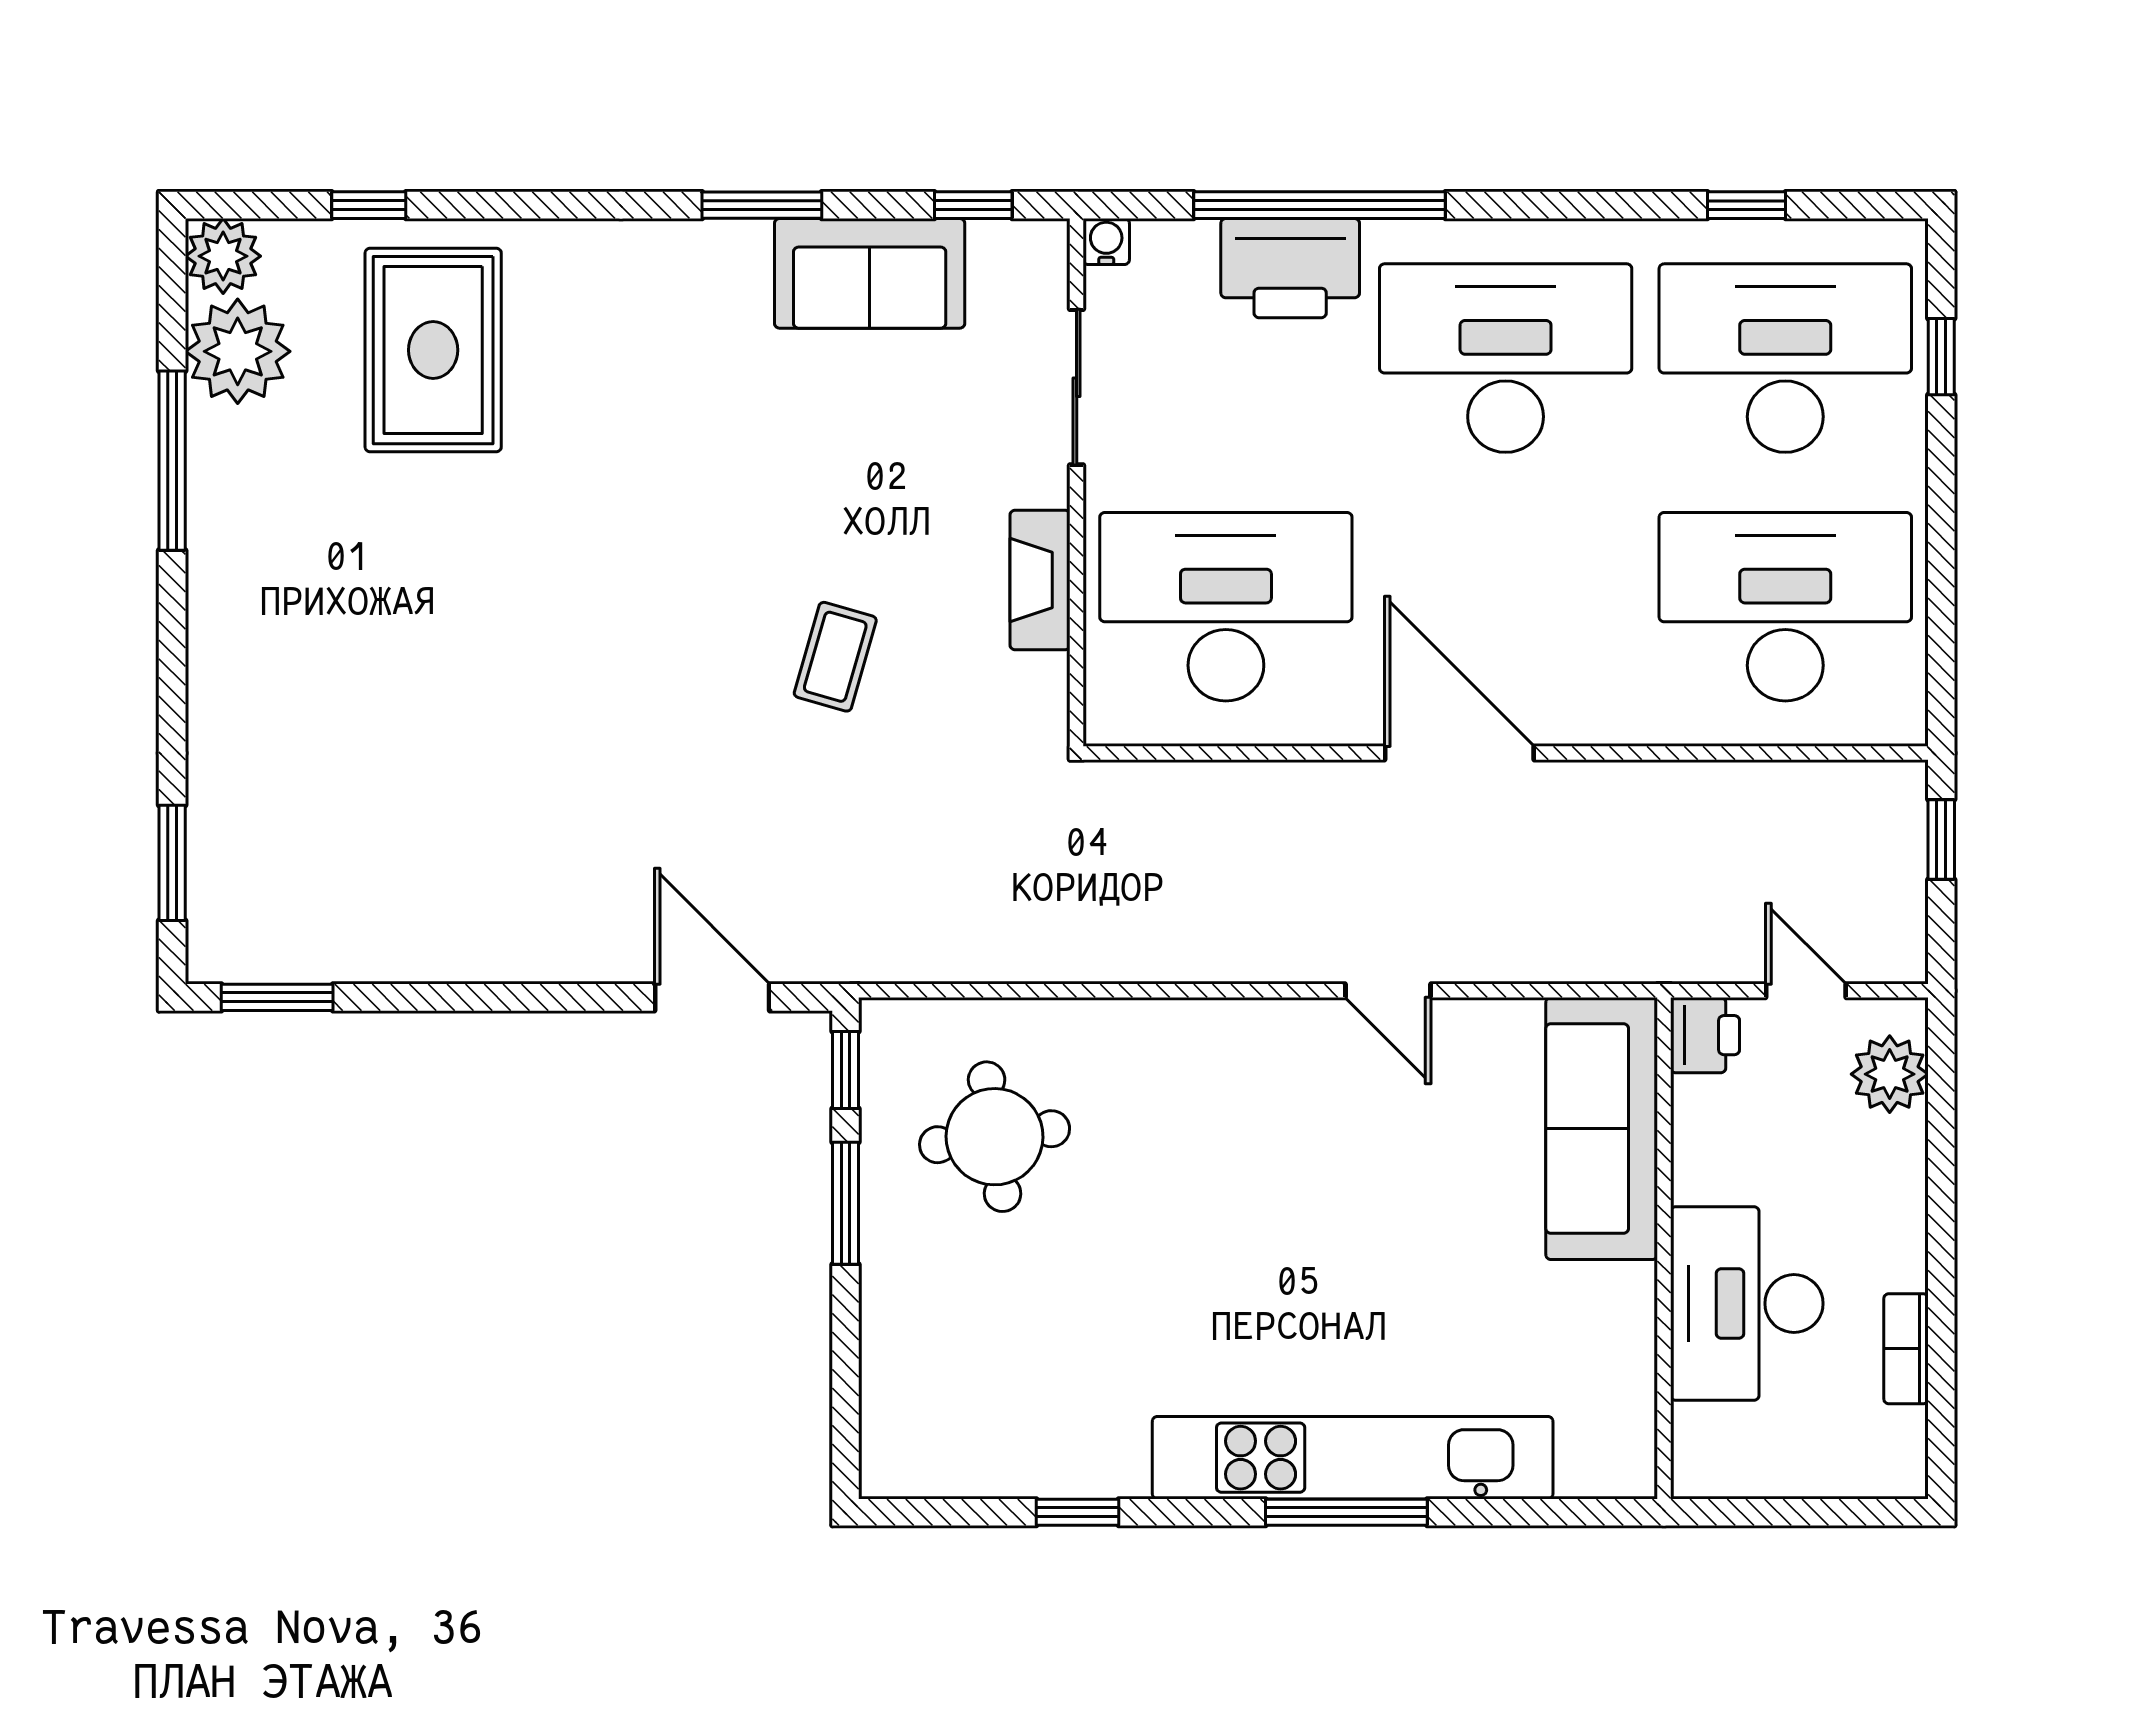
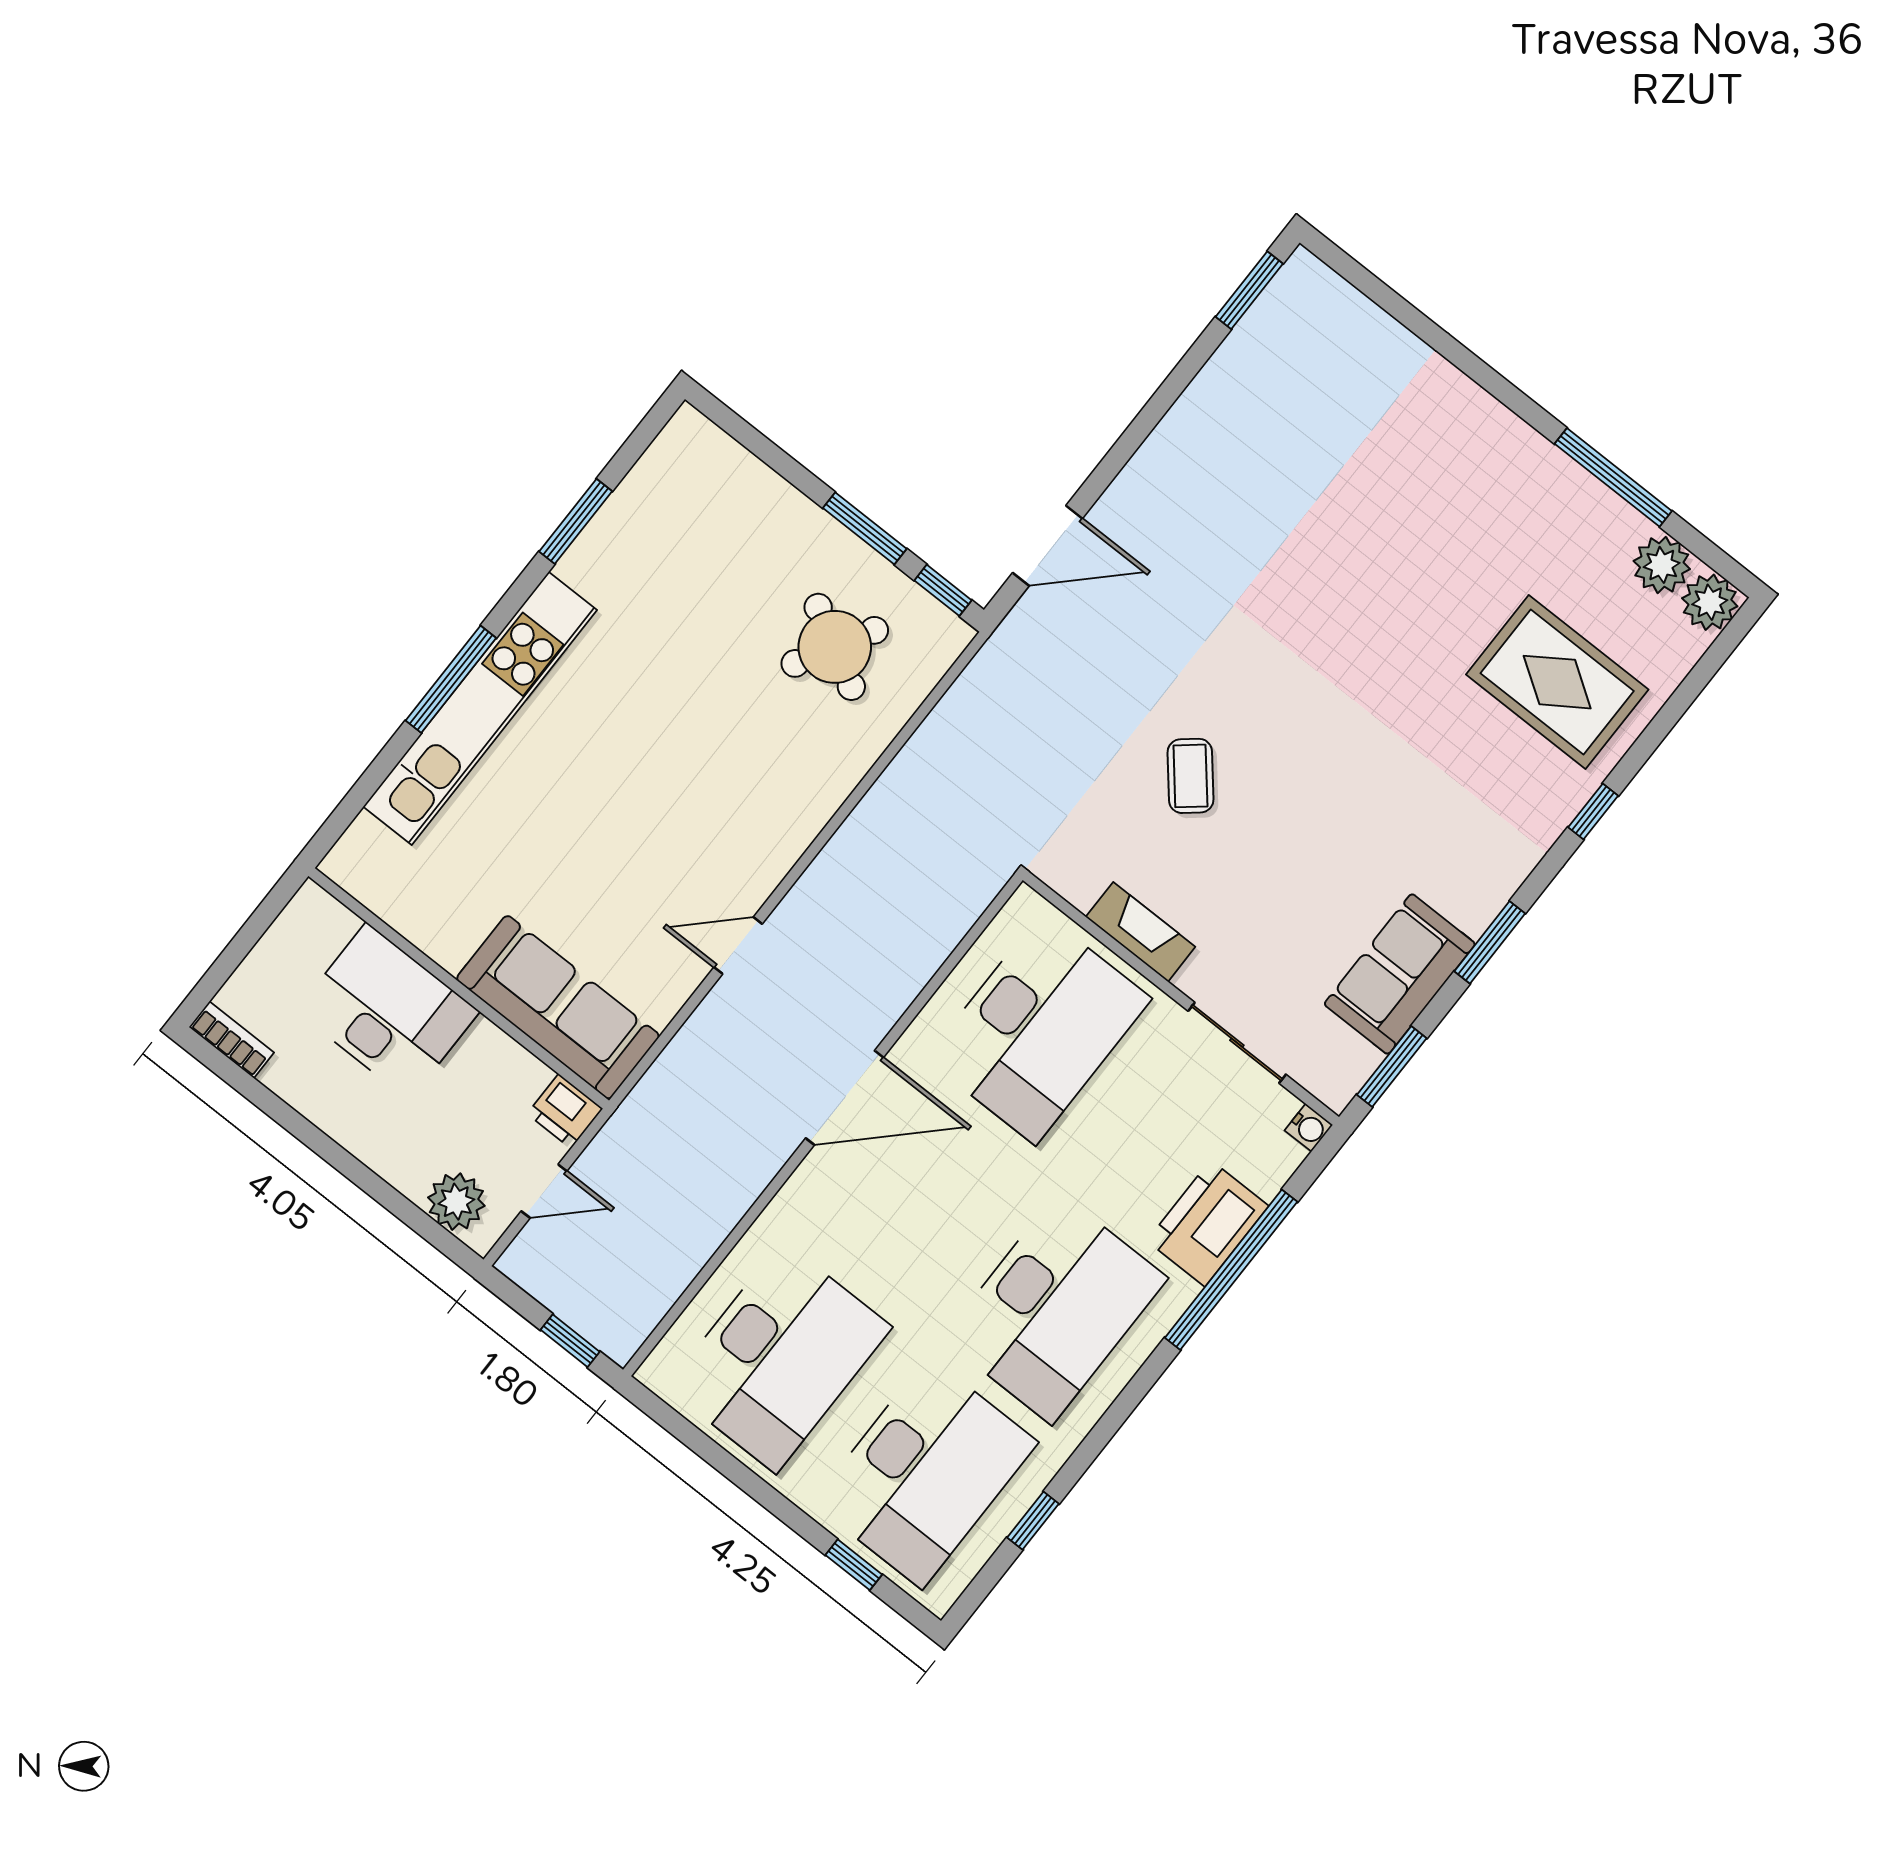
window: (369, 205) -> (1593, 811), moved
window: (973, 205) -> (1392, 1066), width x1.50
plant: (238, 351) -> (1662, 565), width x0.73, depth x0.73
coffee table: (835, 657) -> (1190, 776), turned 34
window: (172, 863) -> (1377, 291), removed
round table: (995, 1137) -> (835, 647), turned 37
bookcase: (1906, 1349) -> (232, 1040), moved
window: (1078, 1512) -> (576, 521), width x1.50

